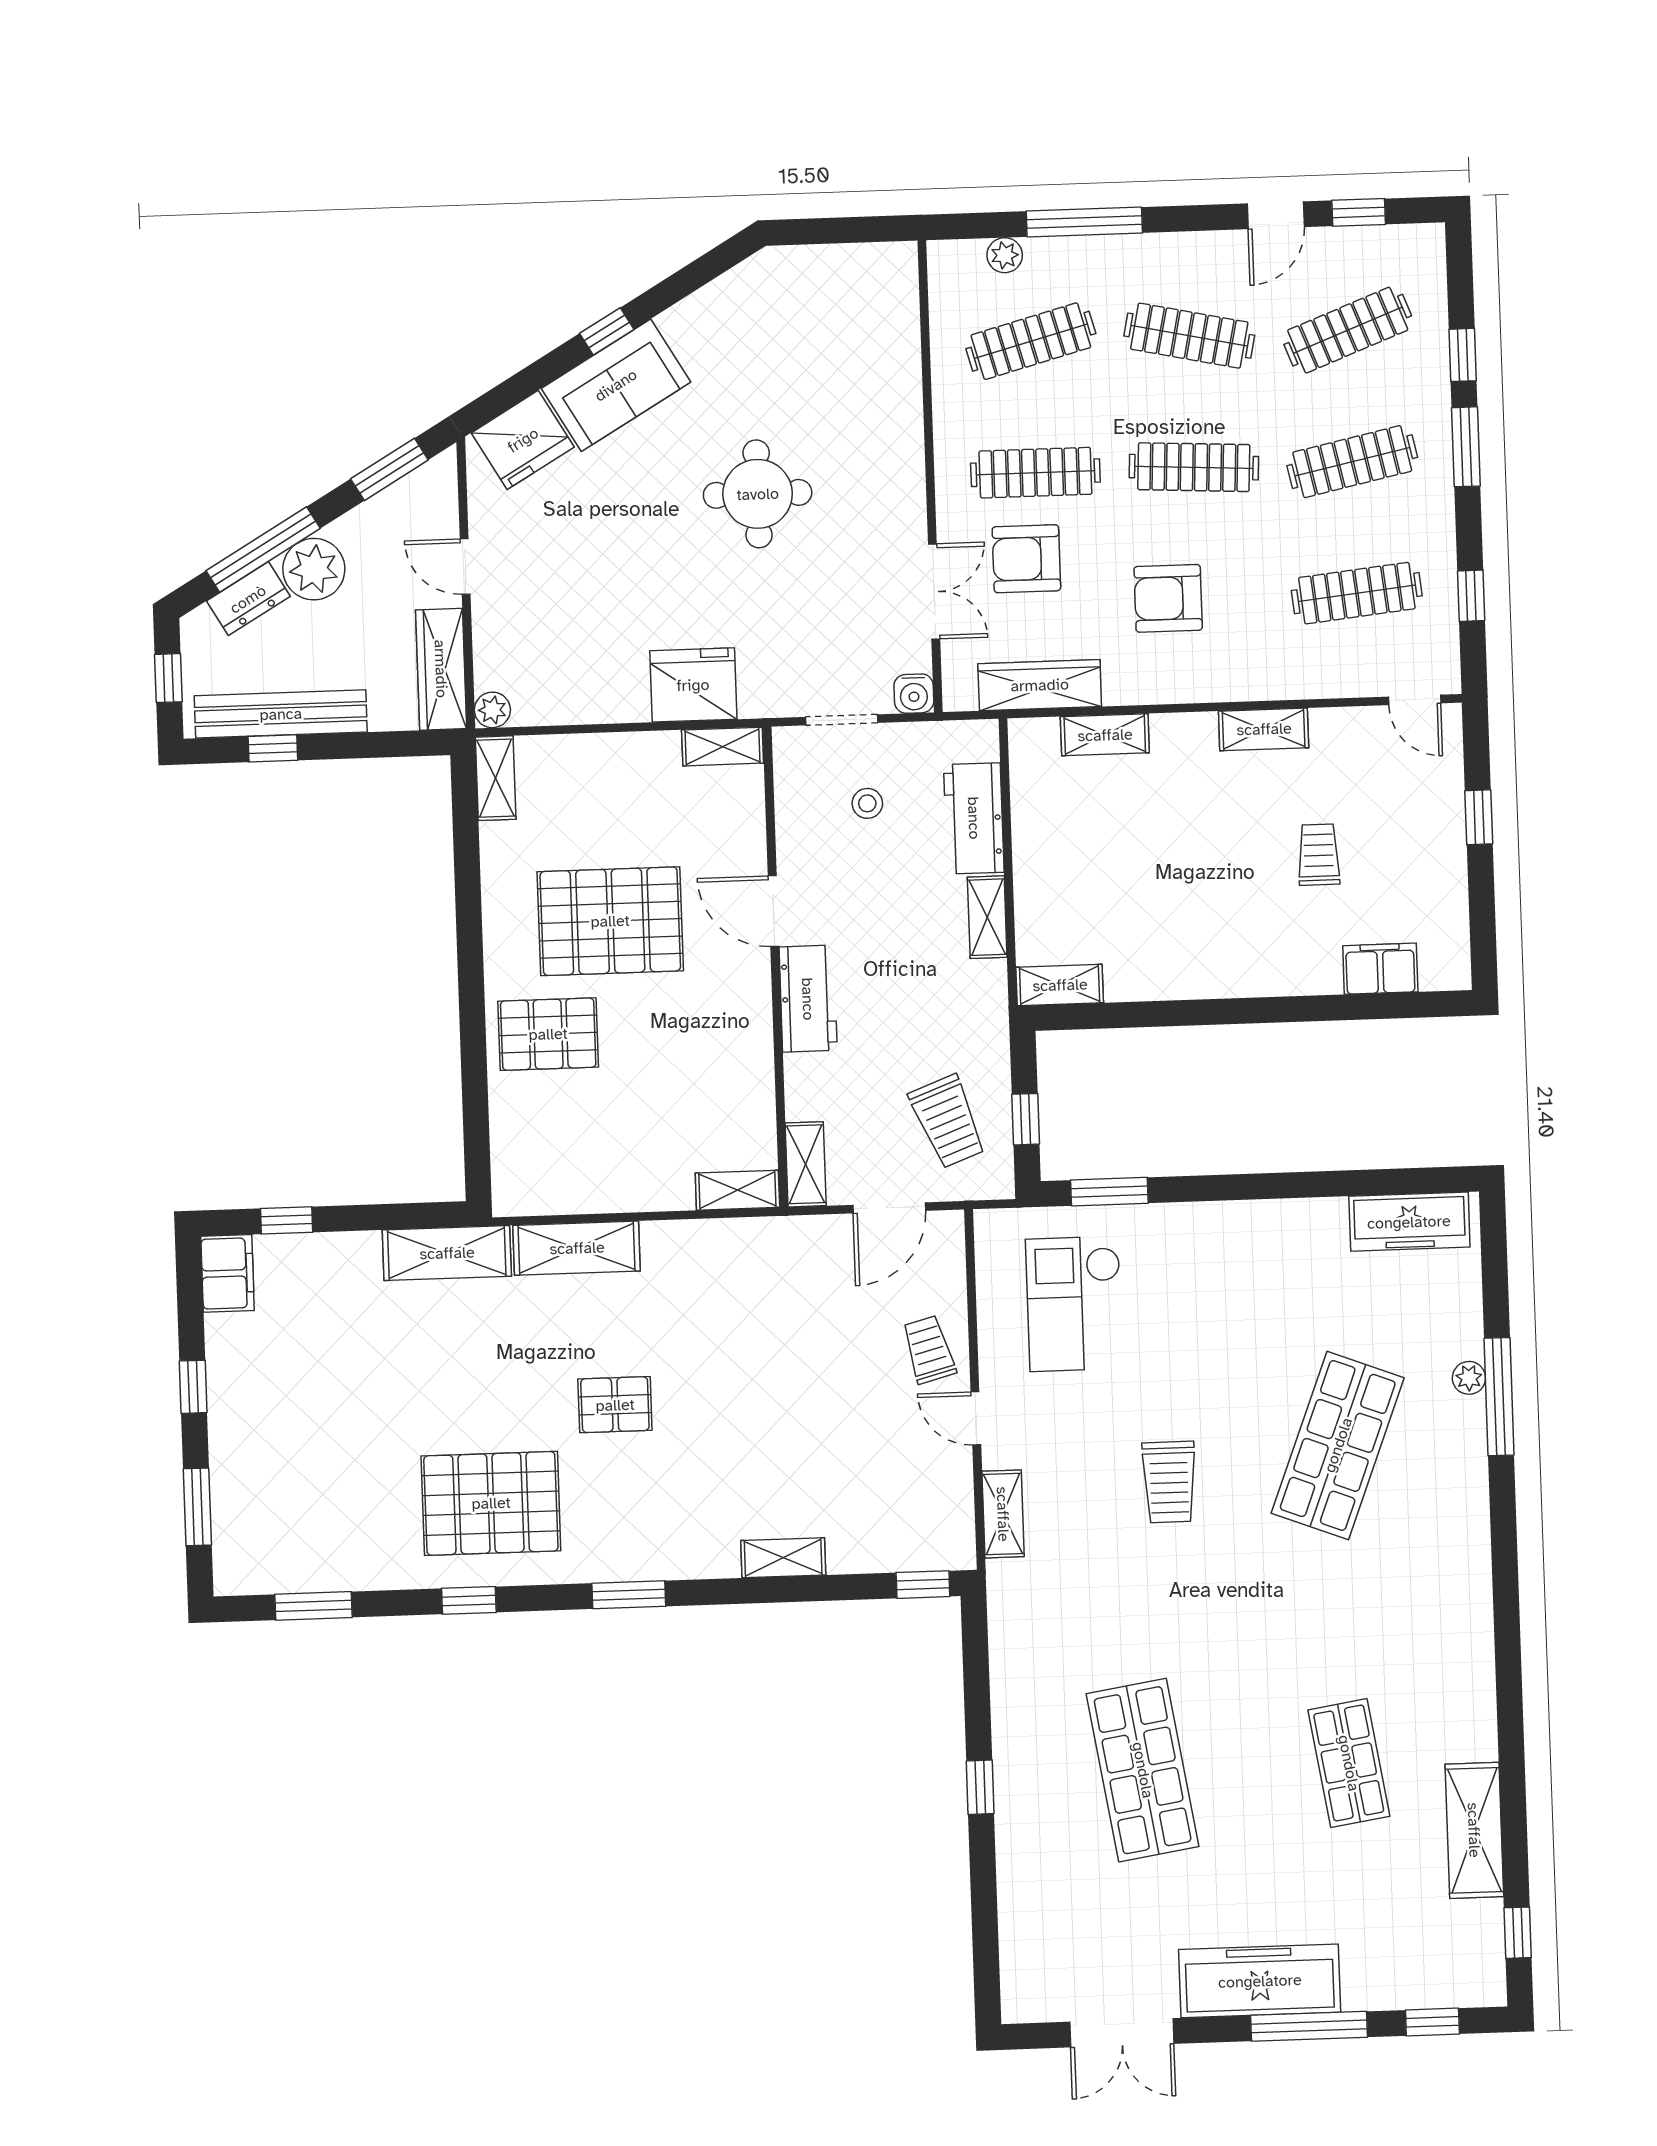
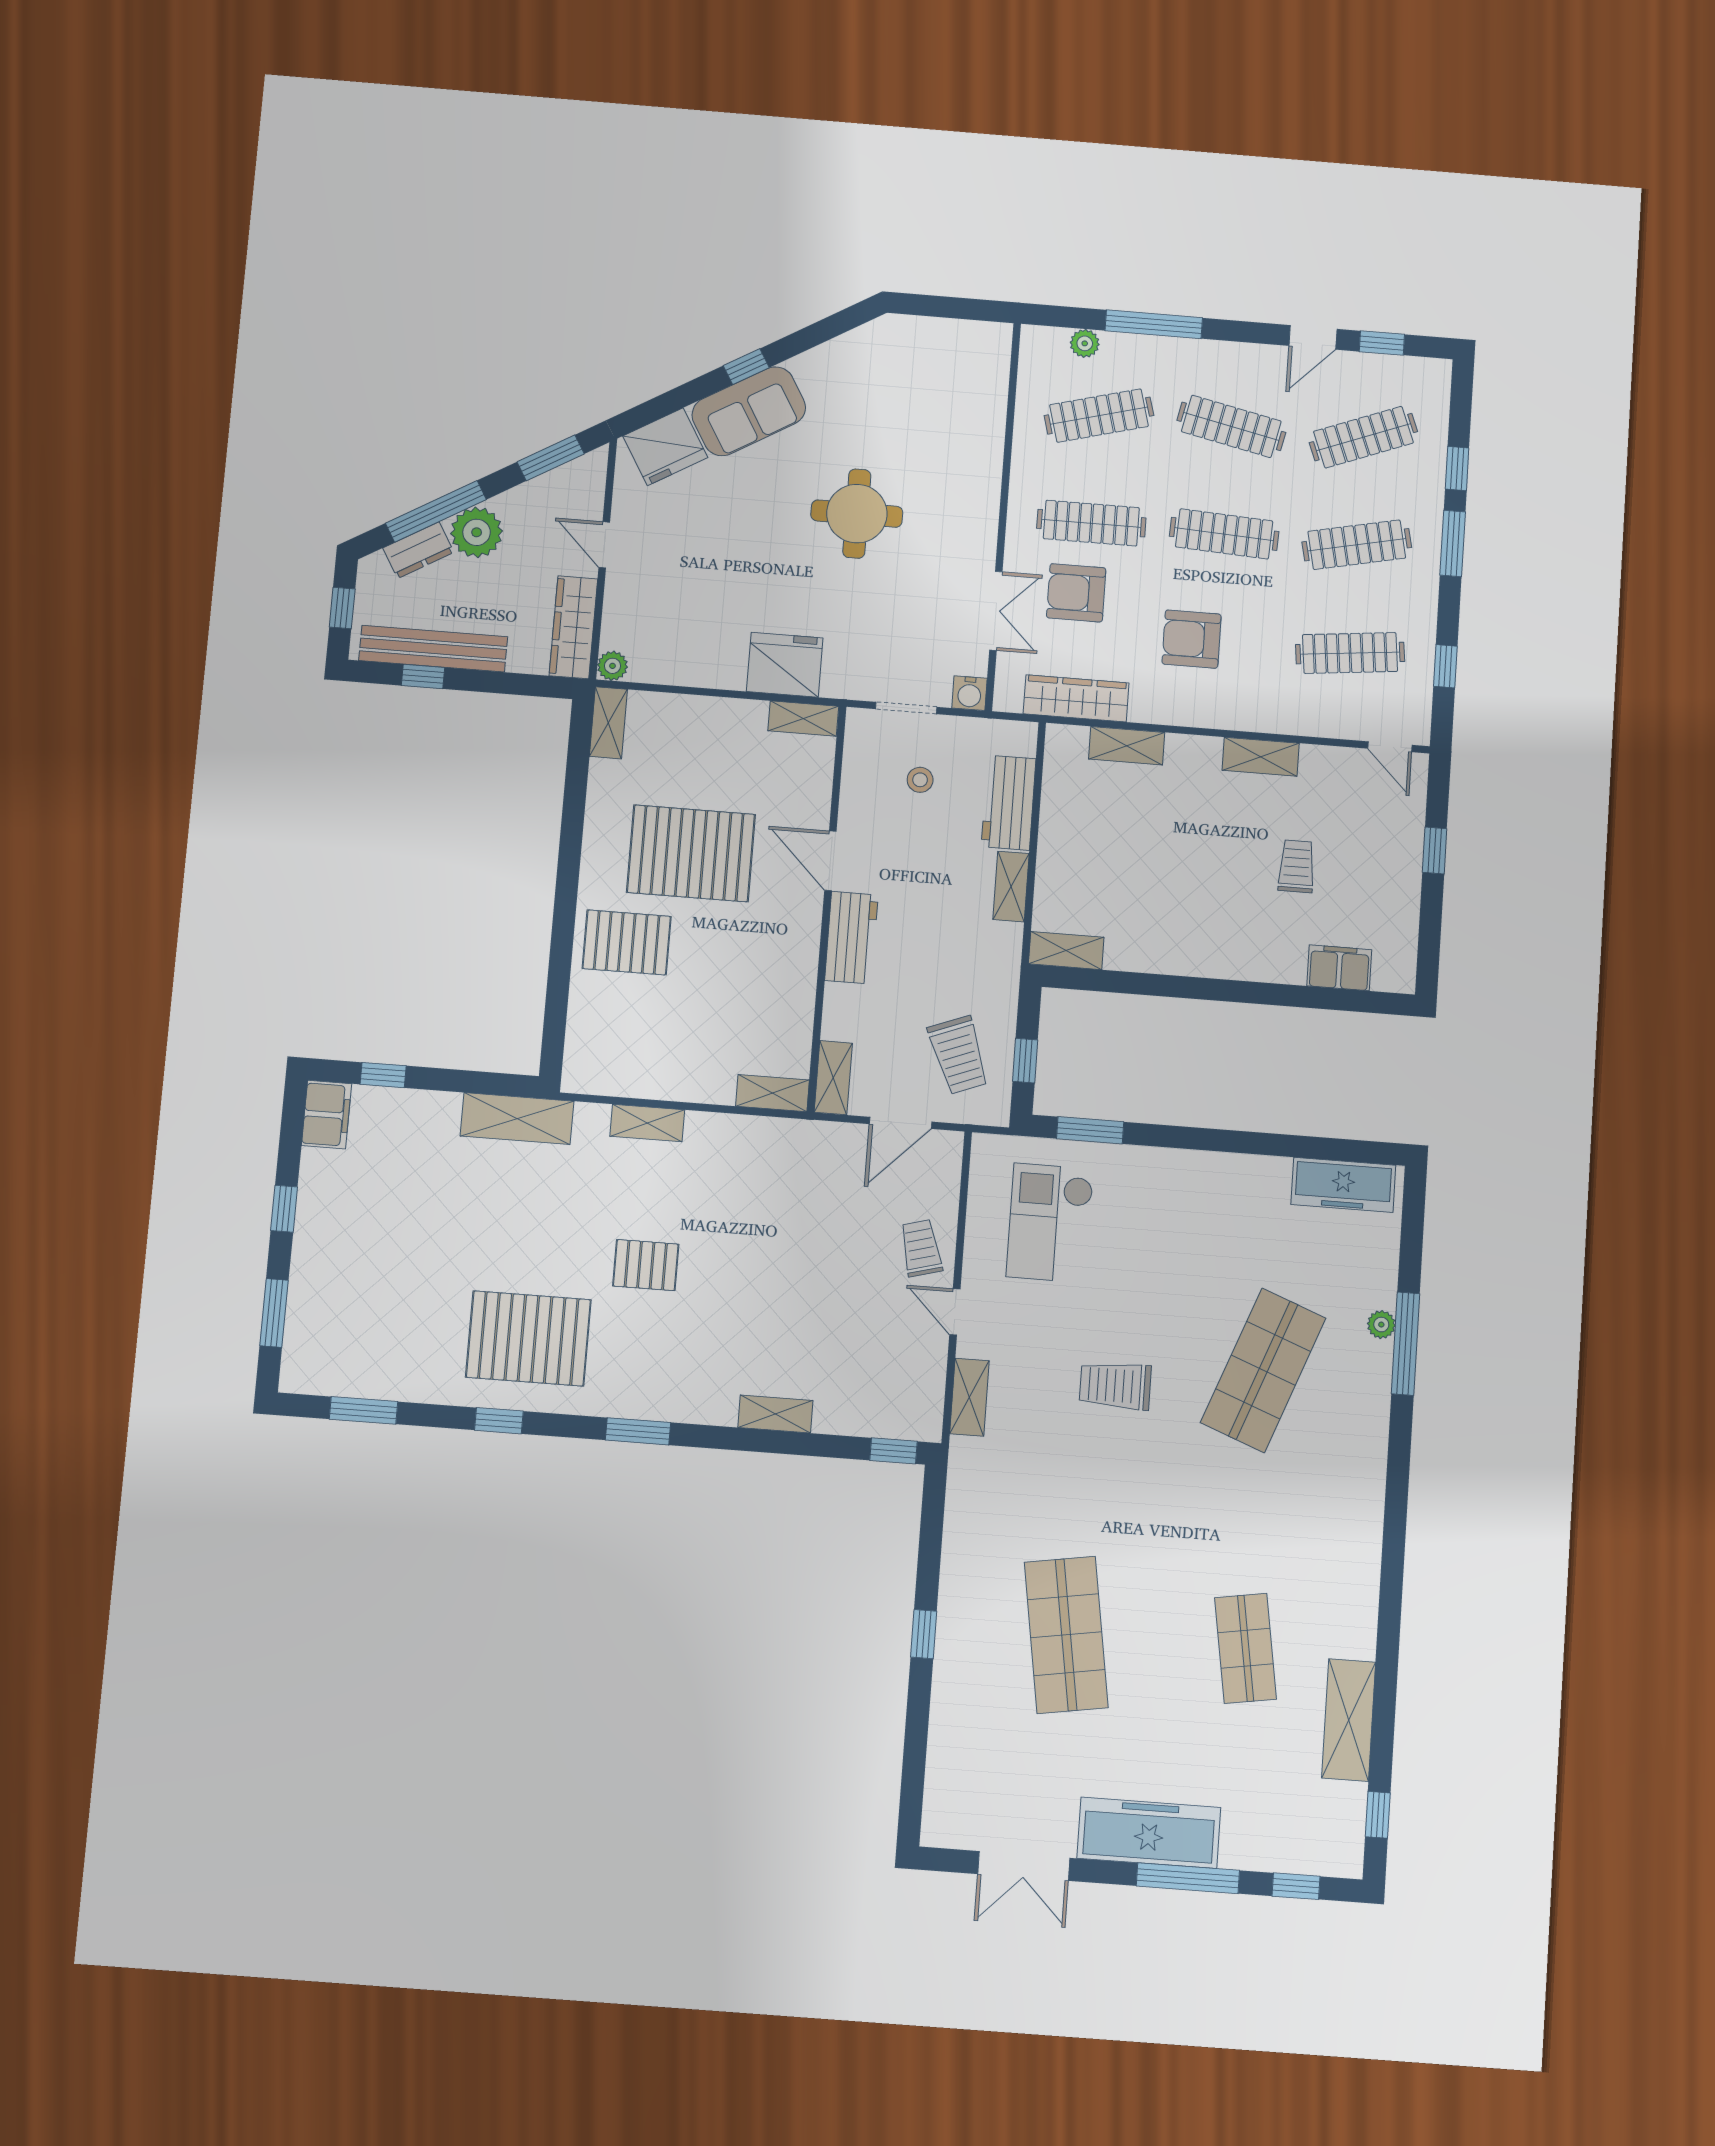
shelving: (577, 1248) -> (647, 1123), width x0.67, depth x0.75
trolley: (1169, 1482) -> (1115, 1386), turned 90

